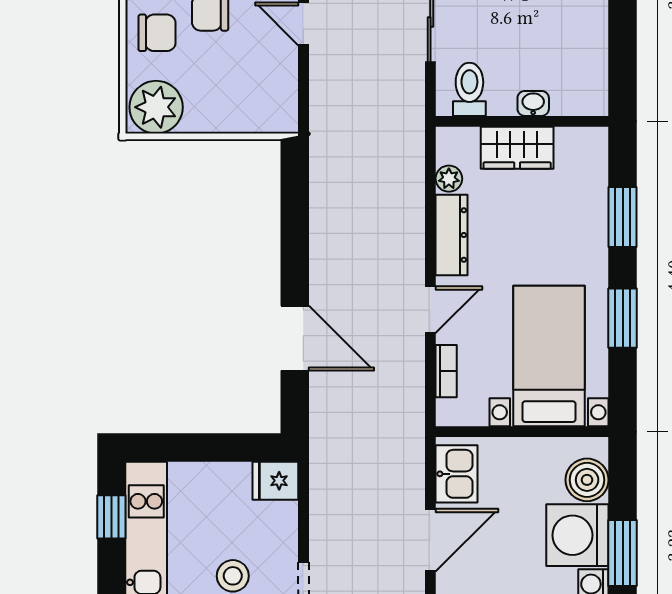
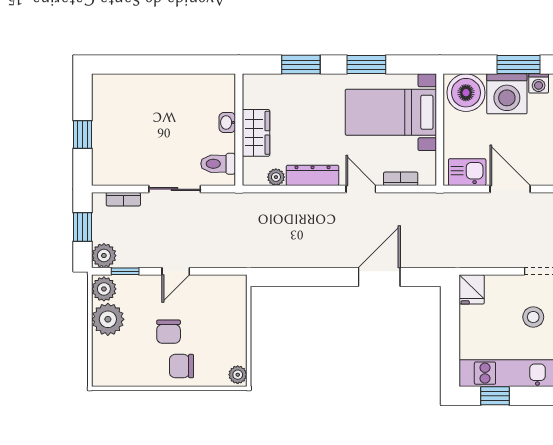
chair: (157, 33) -> (182, 366), turned -90
plant: (156, 107) -> (238, 375), width x0.53, depth x0.53
boiler: (587, 480) -> (466, 93), width x1.37, depth x1.37

